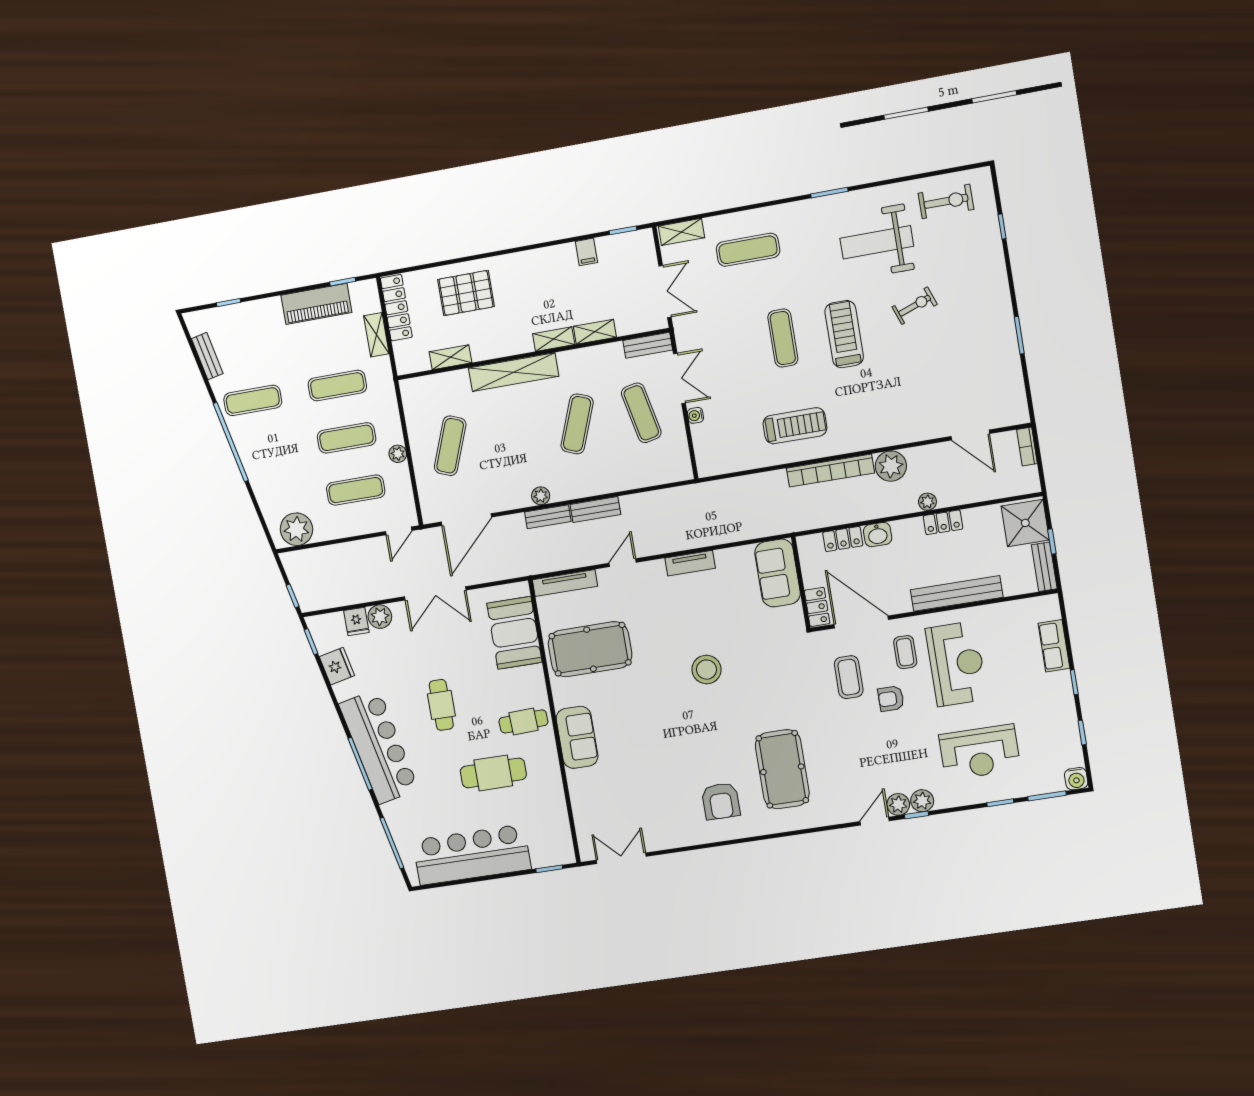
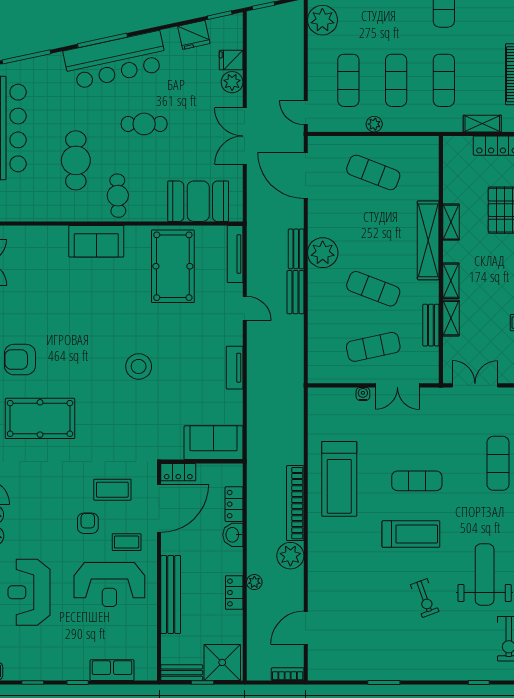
double door: (665, 291) -> (475, 385), swing flipped
bench: (648, 345) -> (431, 325), moved
shelving: (450, 357) -> (451, 222), moved
treadmill: (795, 426) -> (339, 479), width x1.37, depth x1.38
plant: (541, 496) -> (323, 253), width x1.88, depth x1.88

